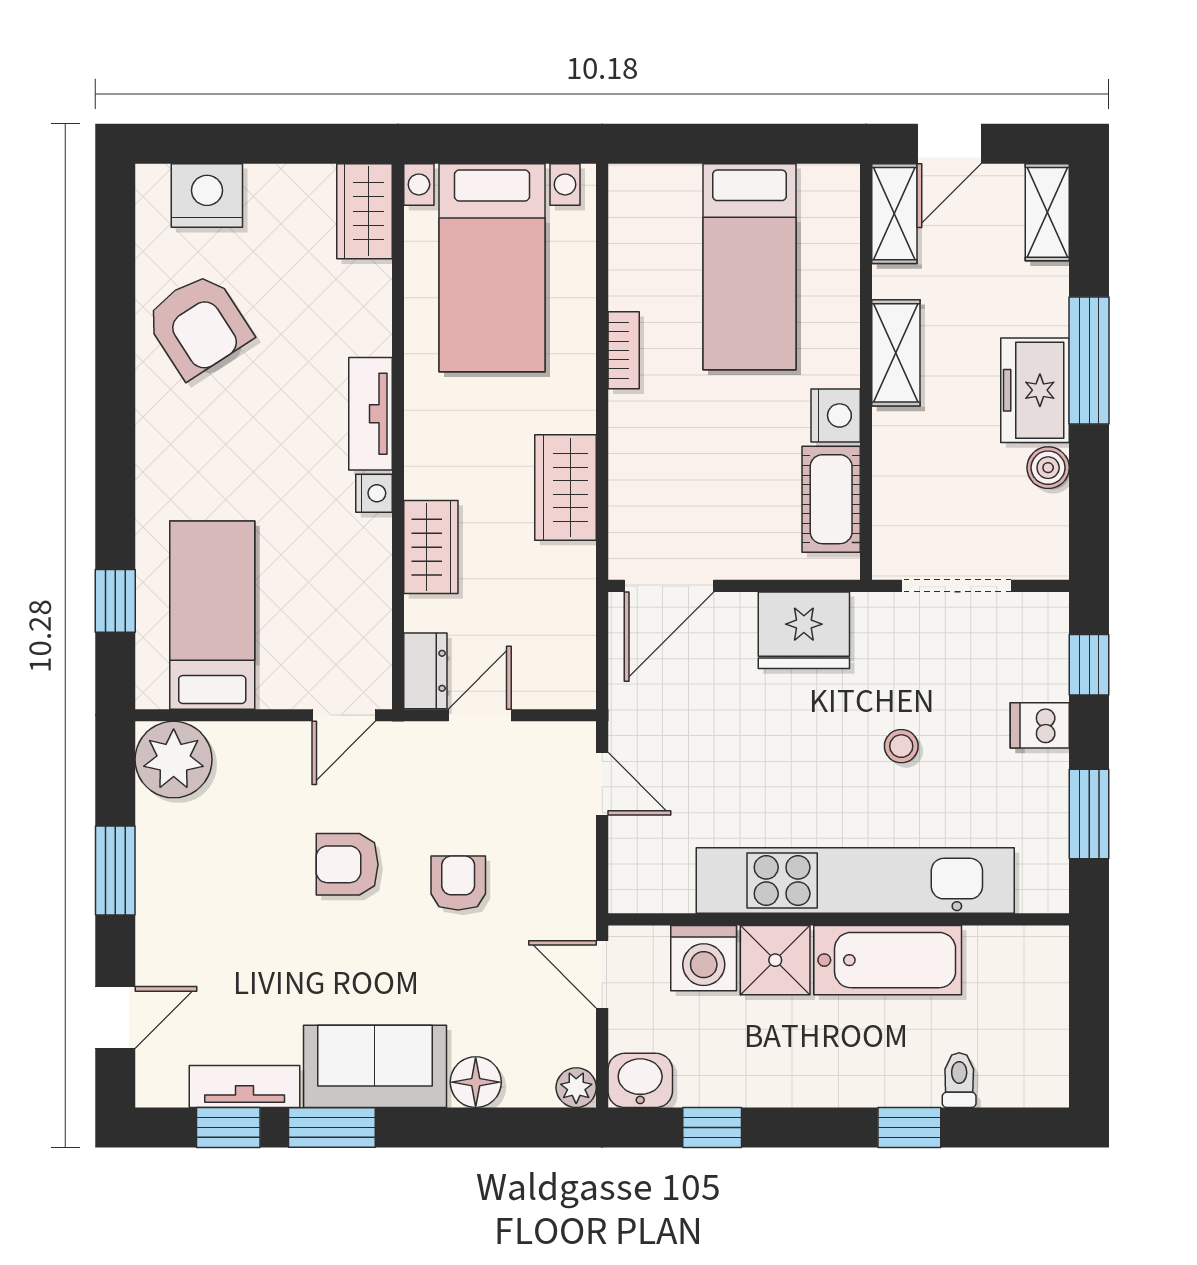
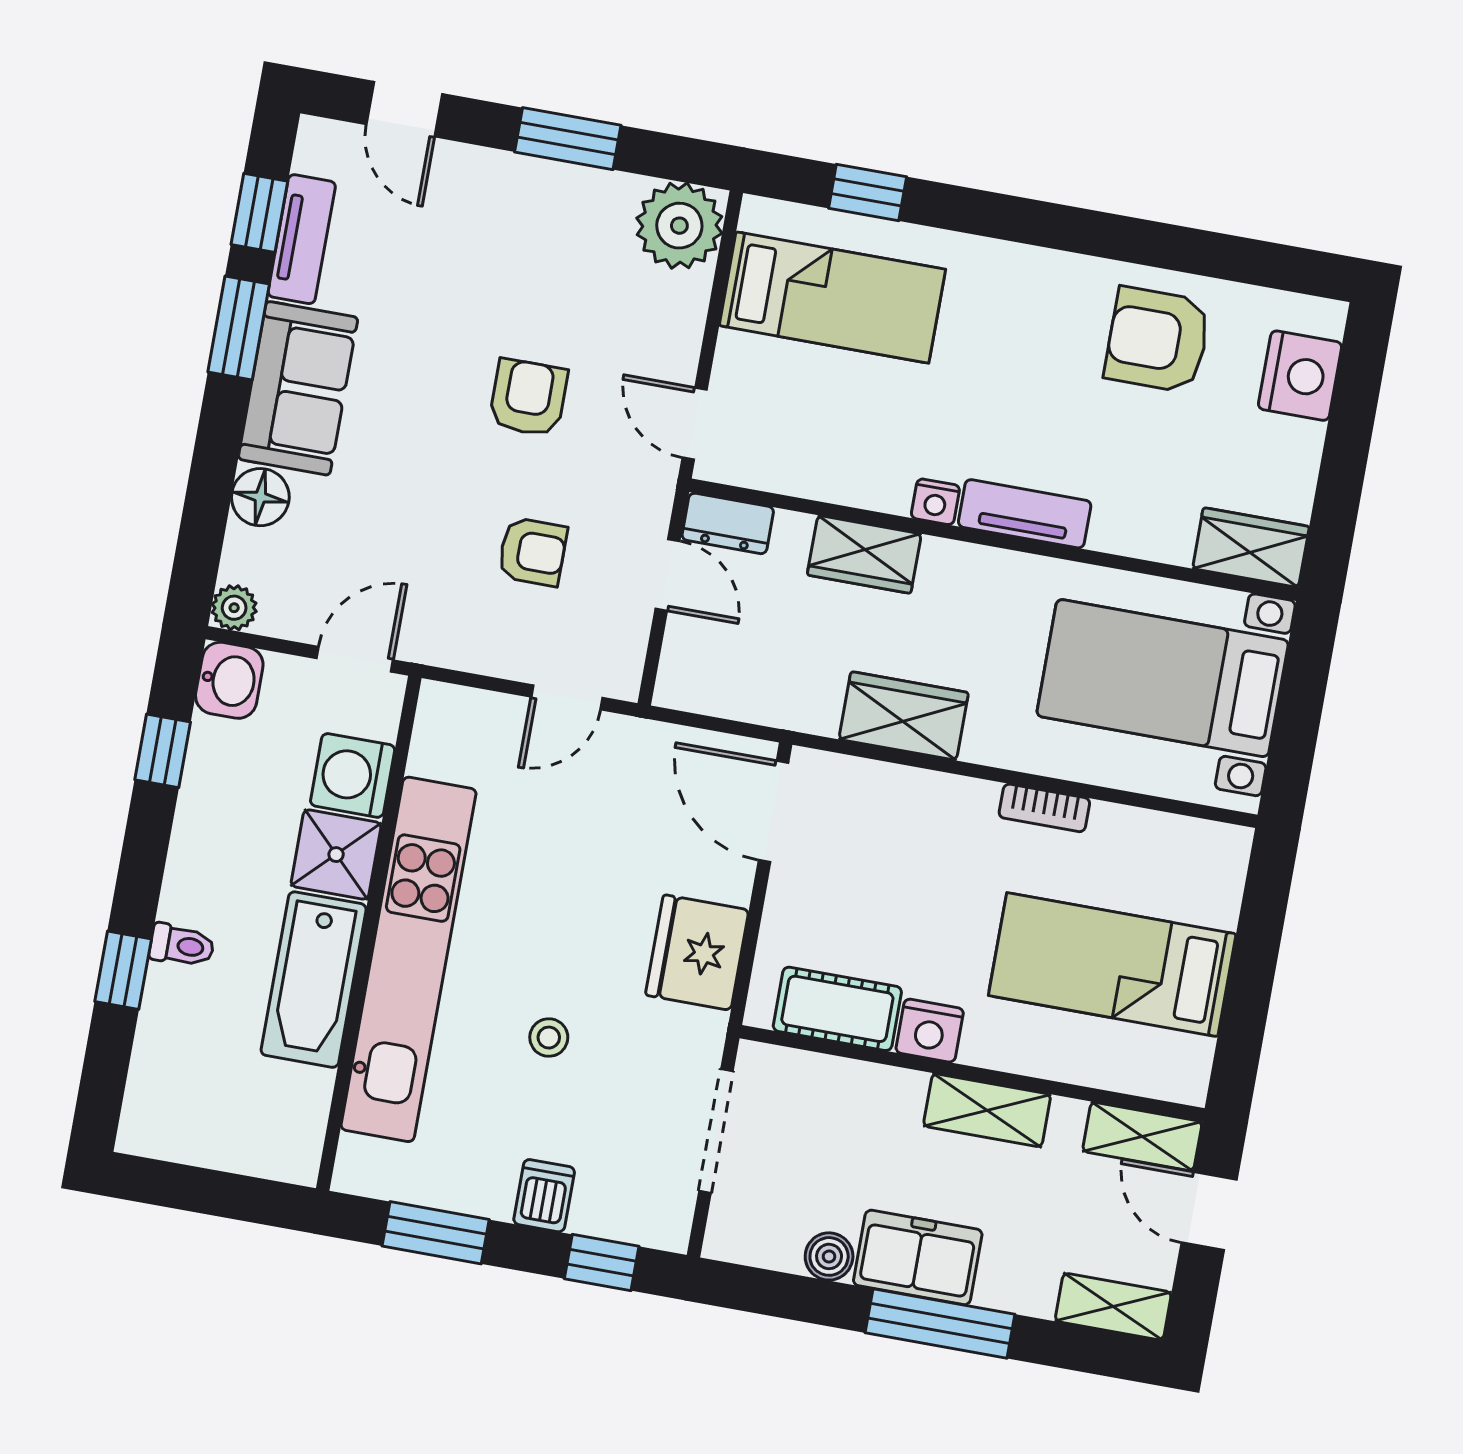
armchair: (198, 325) -> (1158, 340), turned 33
armchair: (458, 883) -> (532, 552), moved
toilet: (959, 1080) -> (182, 945), moved

